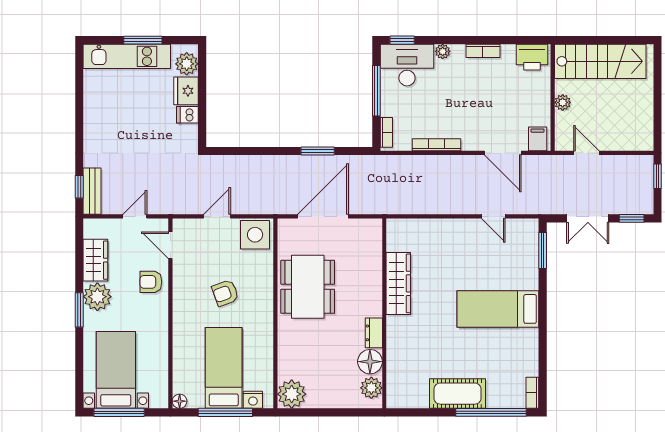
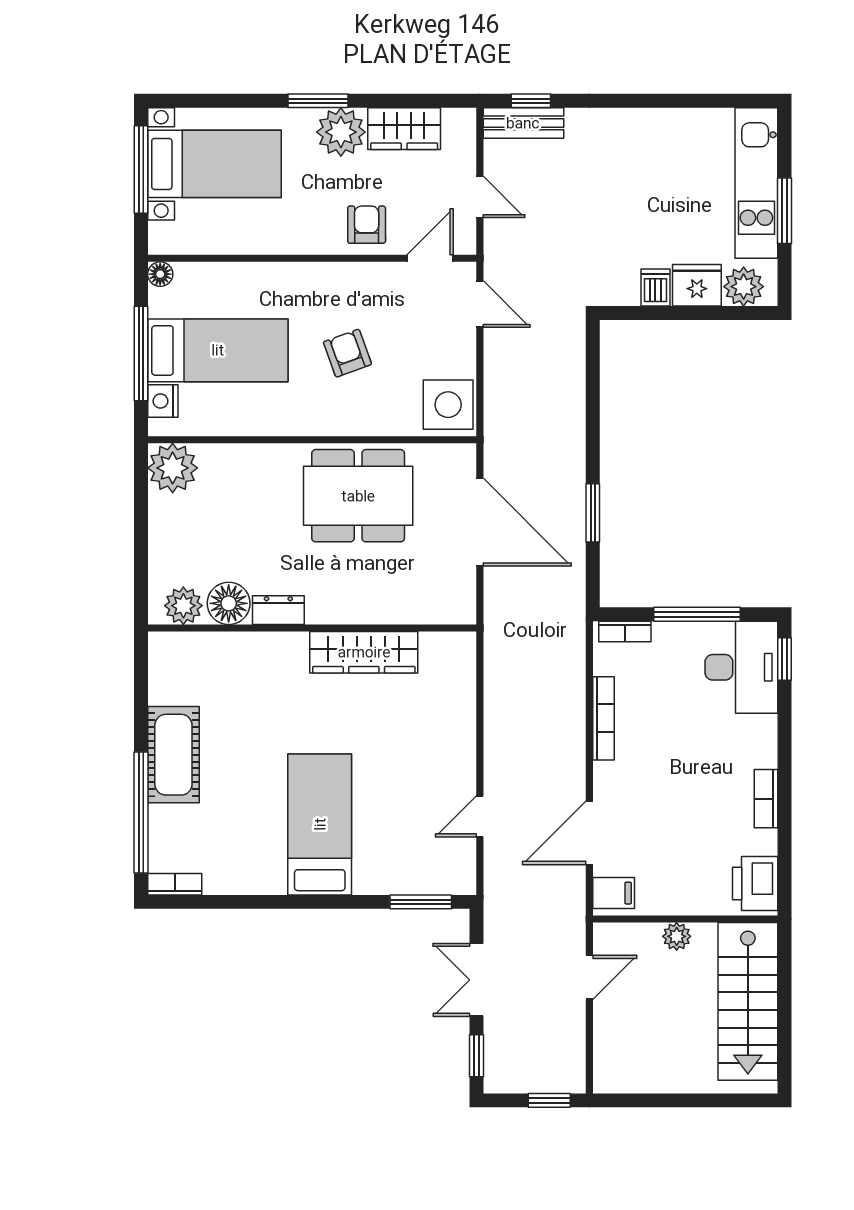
plant: (443, 51) -> (765, 729), removed
door: (217, 216) -> (480, 304), moved

